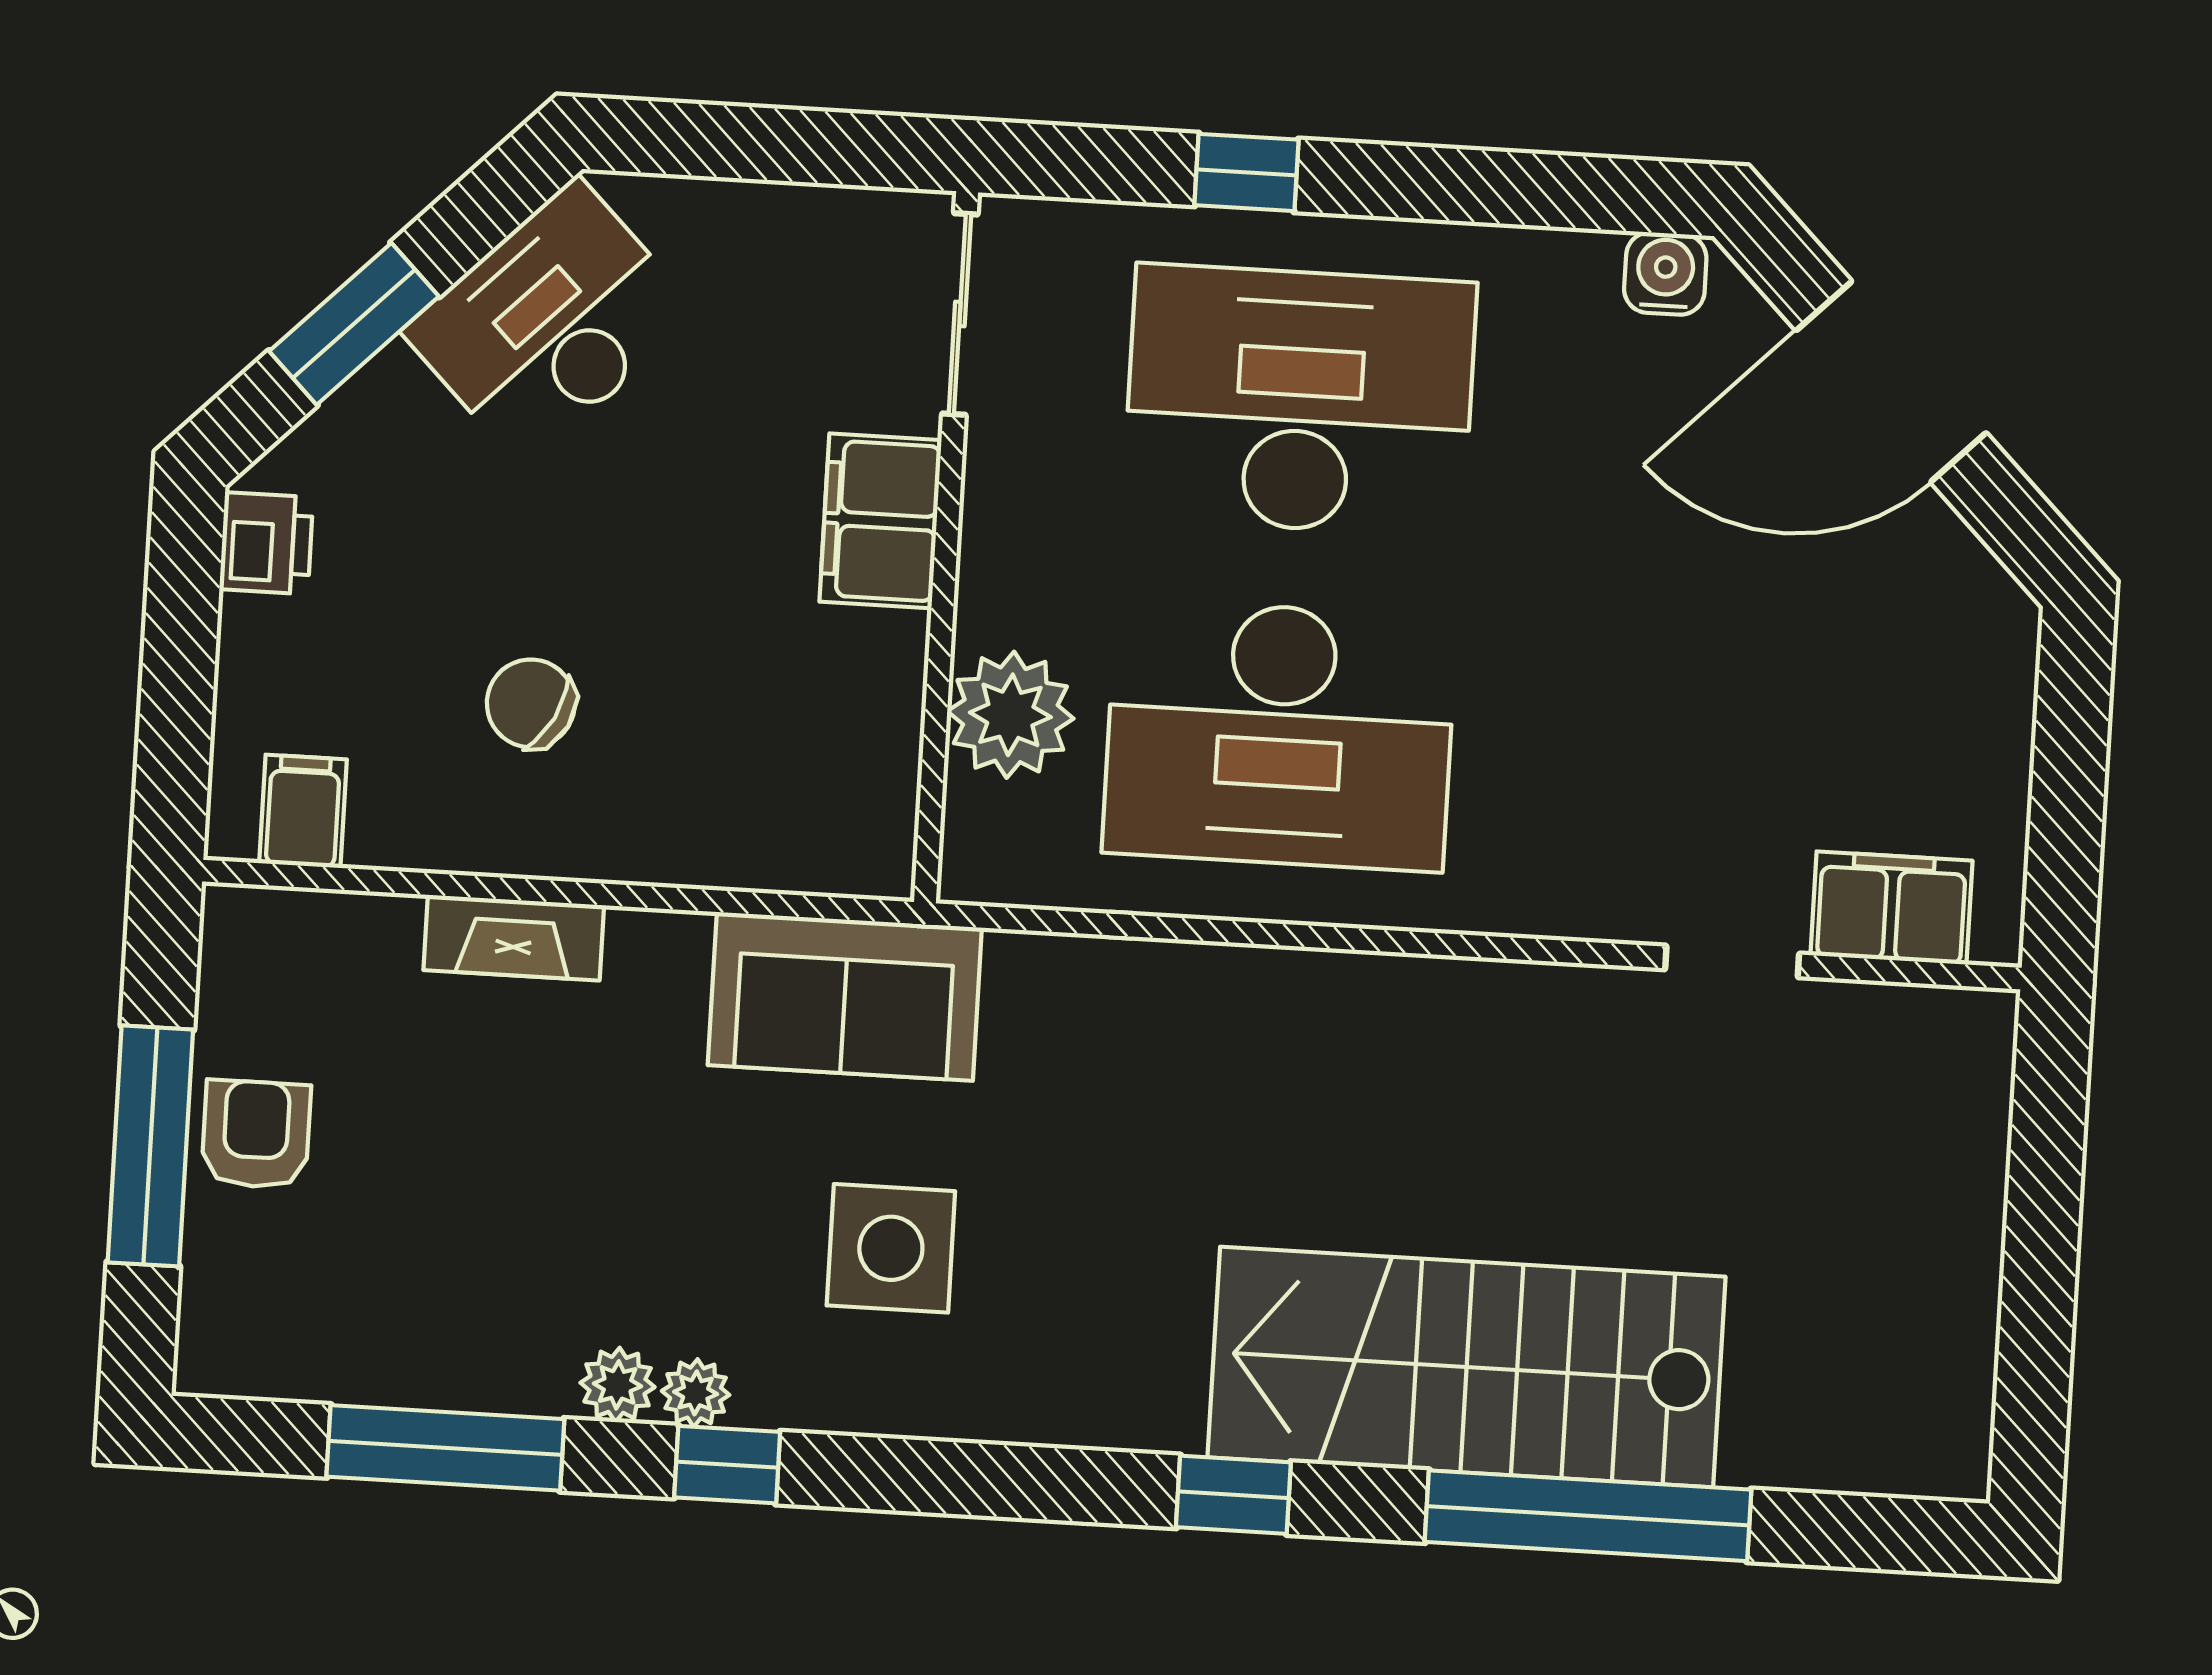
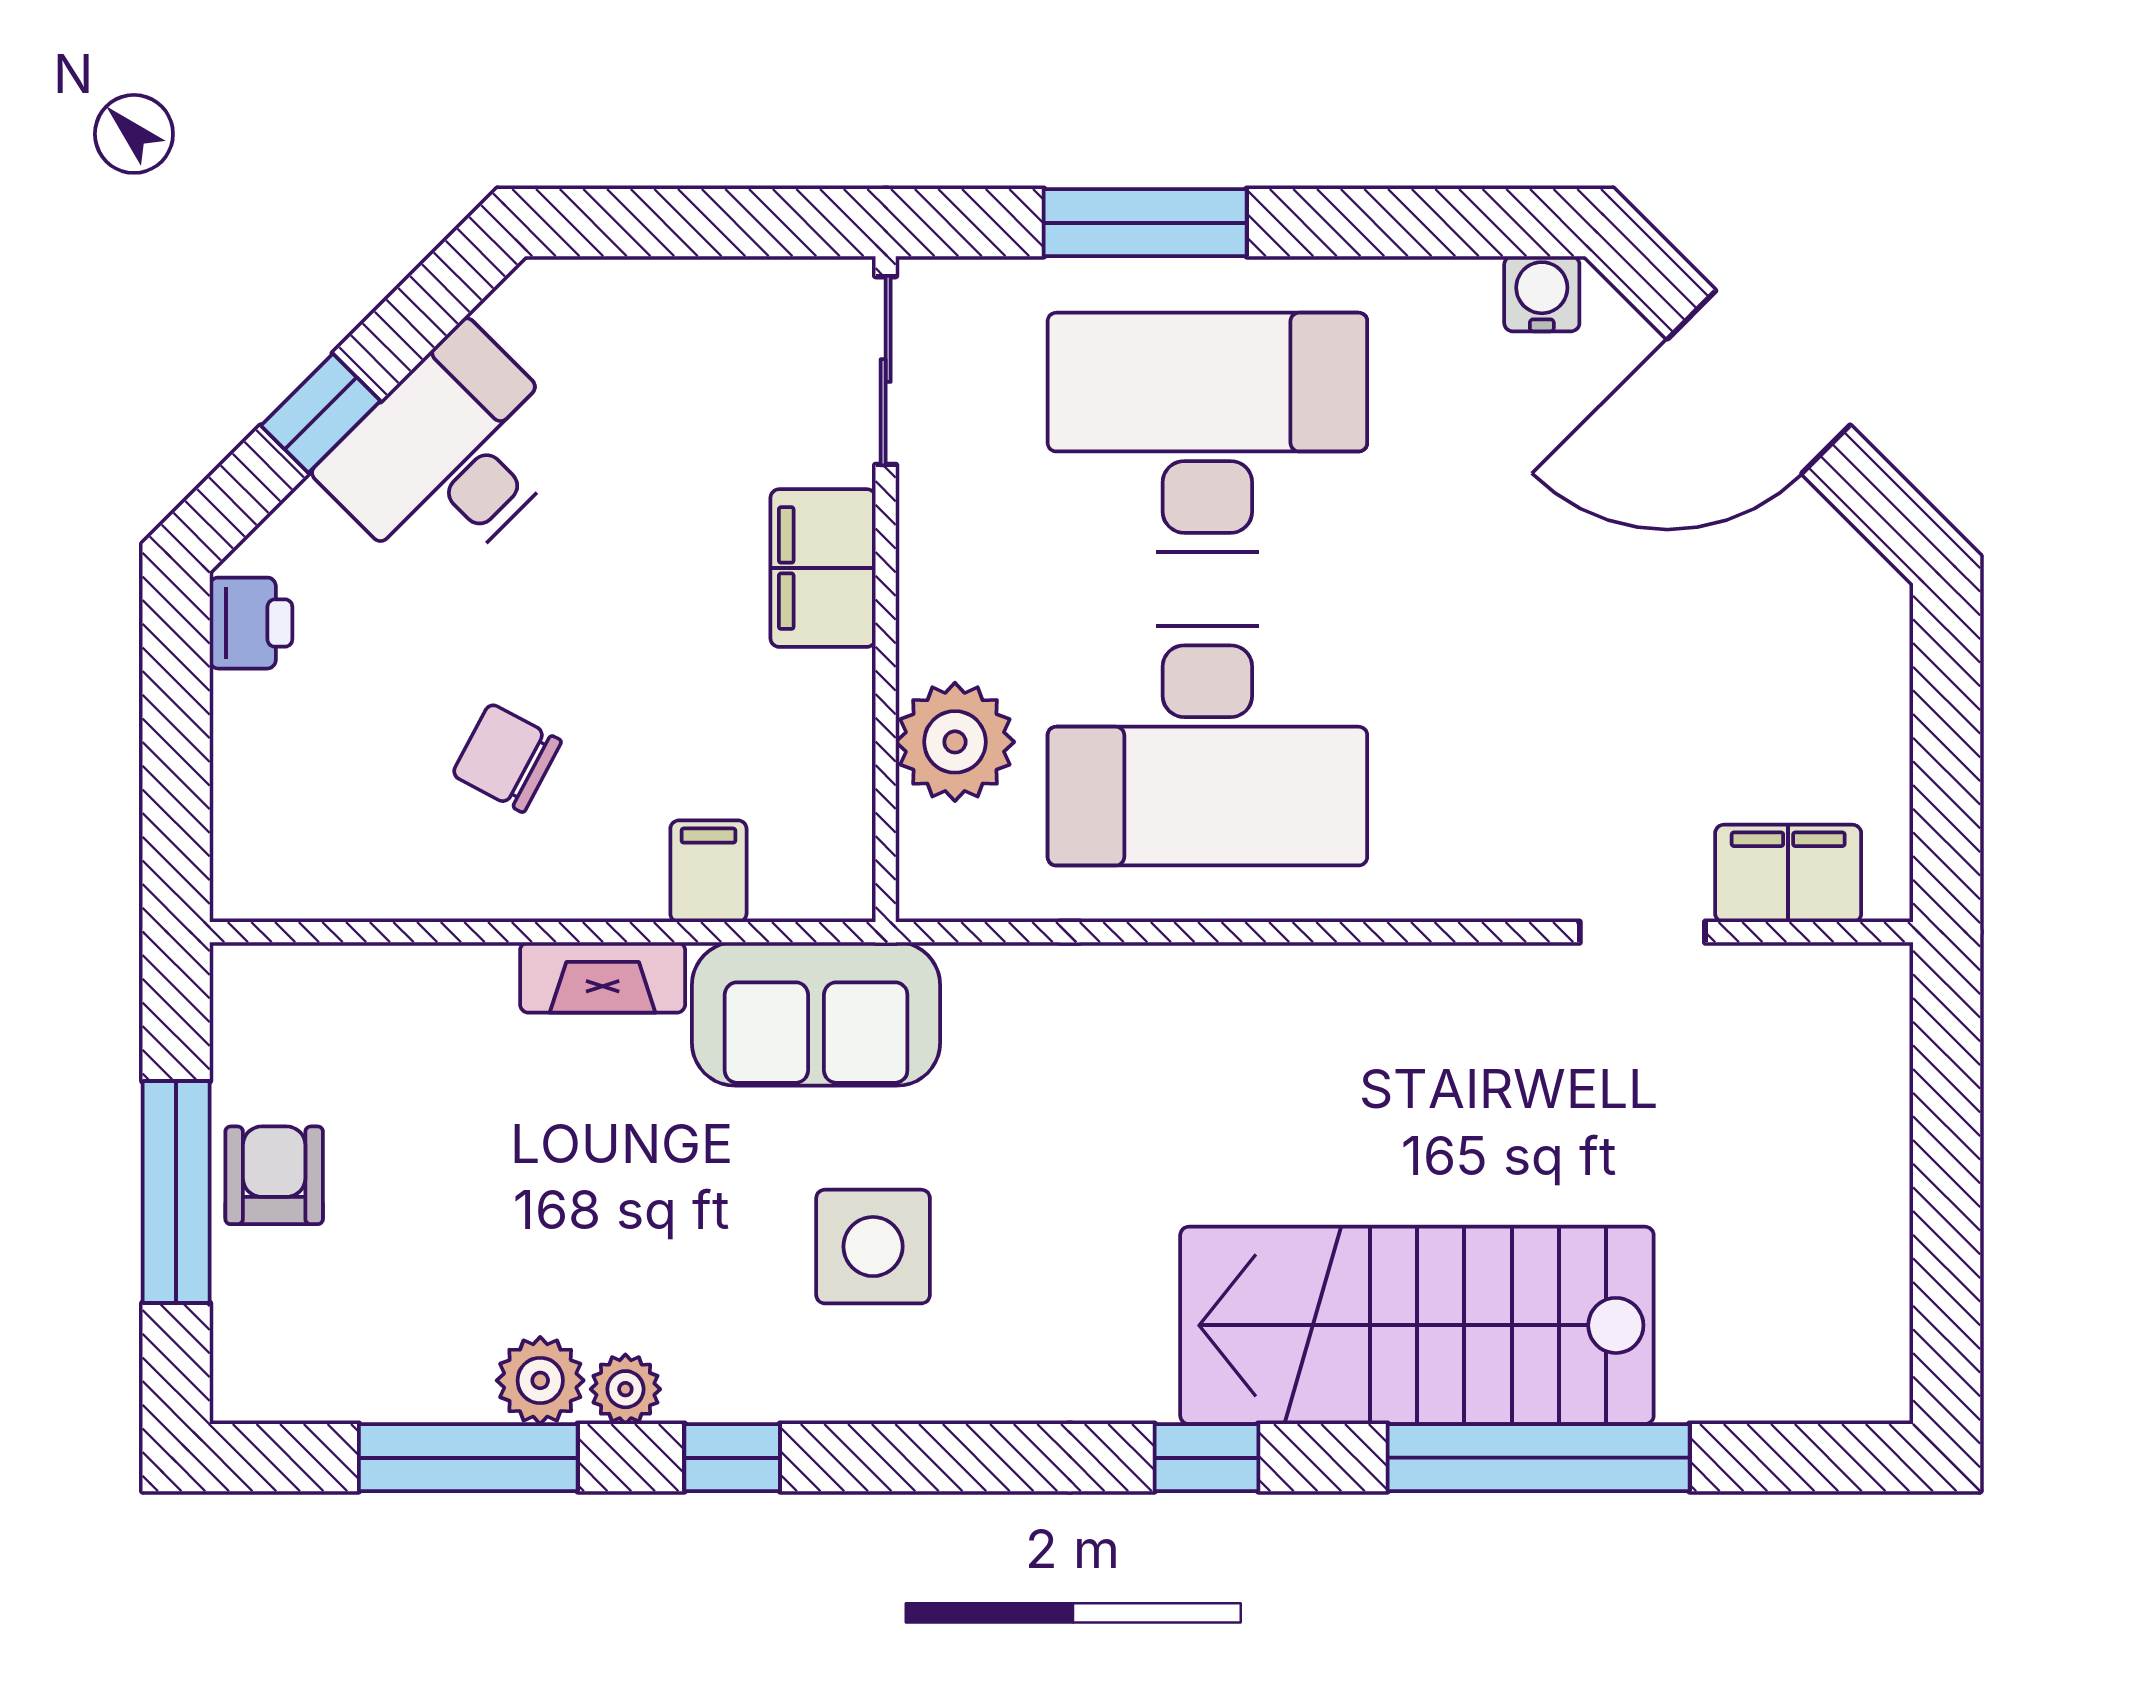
window: (1246, 172) -> (1145, 223), width x2.17
desk: (551, 323) -> (450, 456), moved
window: (354, 324) -> (321, 413), width x0.67
filing cabinet: (303, 811) -> (708, 871), moved
fireplace: (514, 938) -> (603, 977), moved
plant: (696, 1393) -> (540, 1380), moved, width x1.38, depth x1.38

